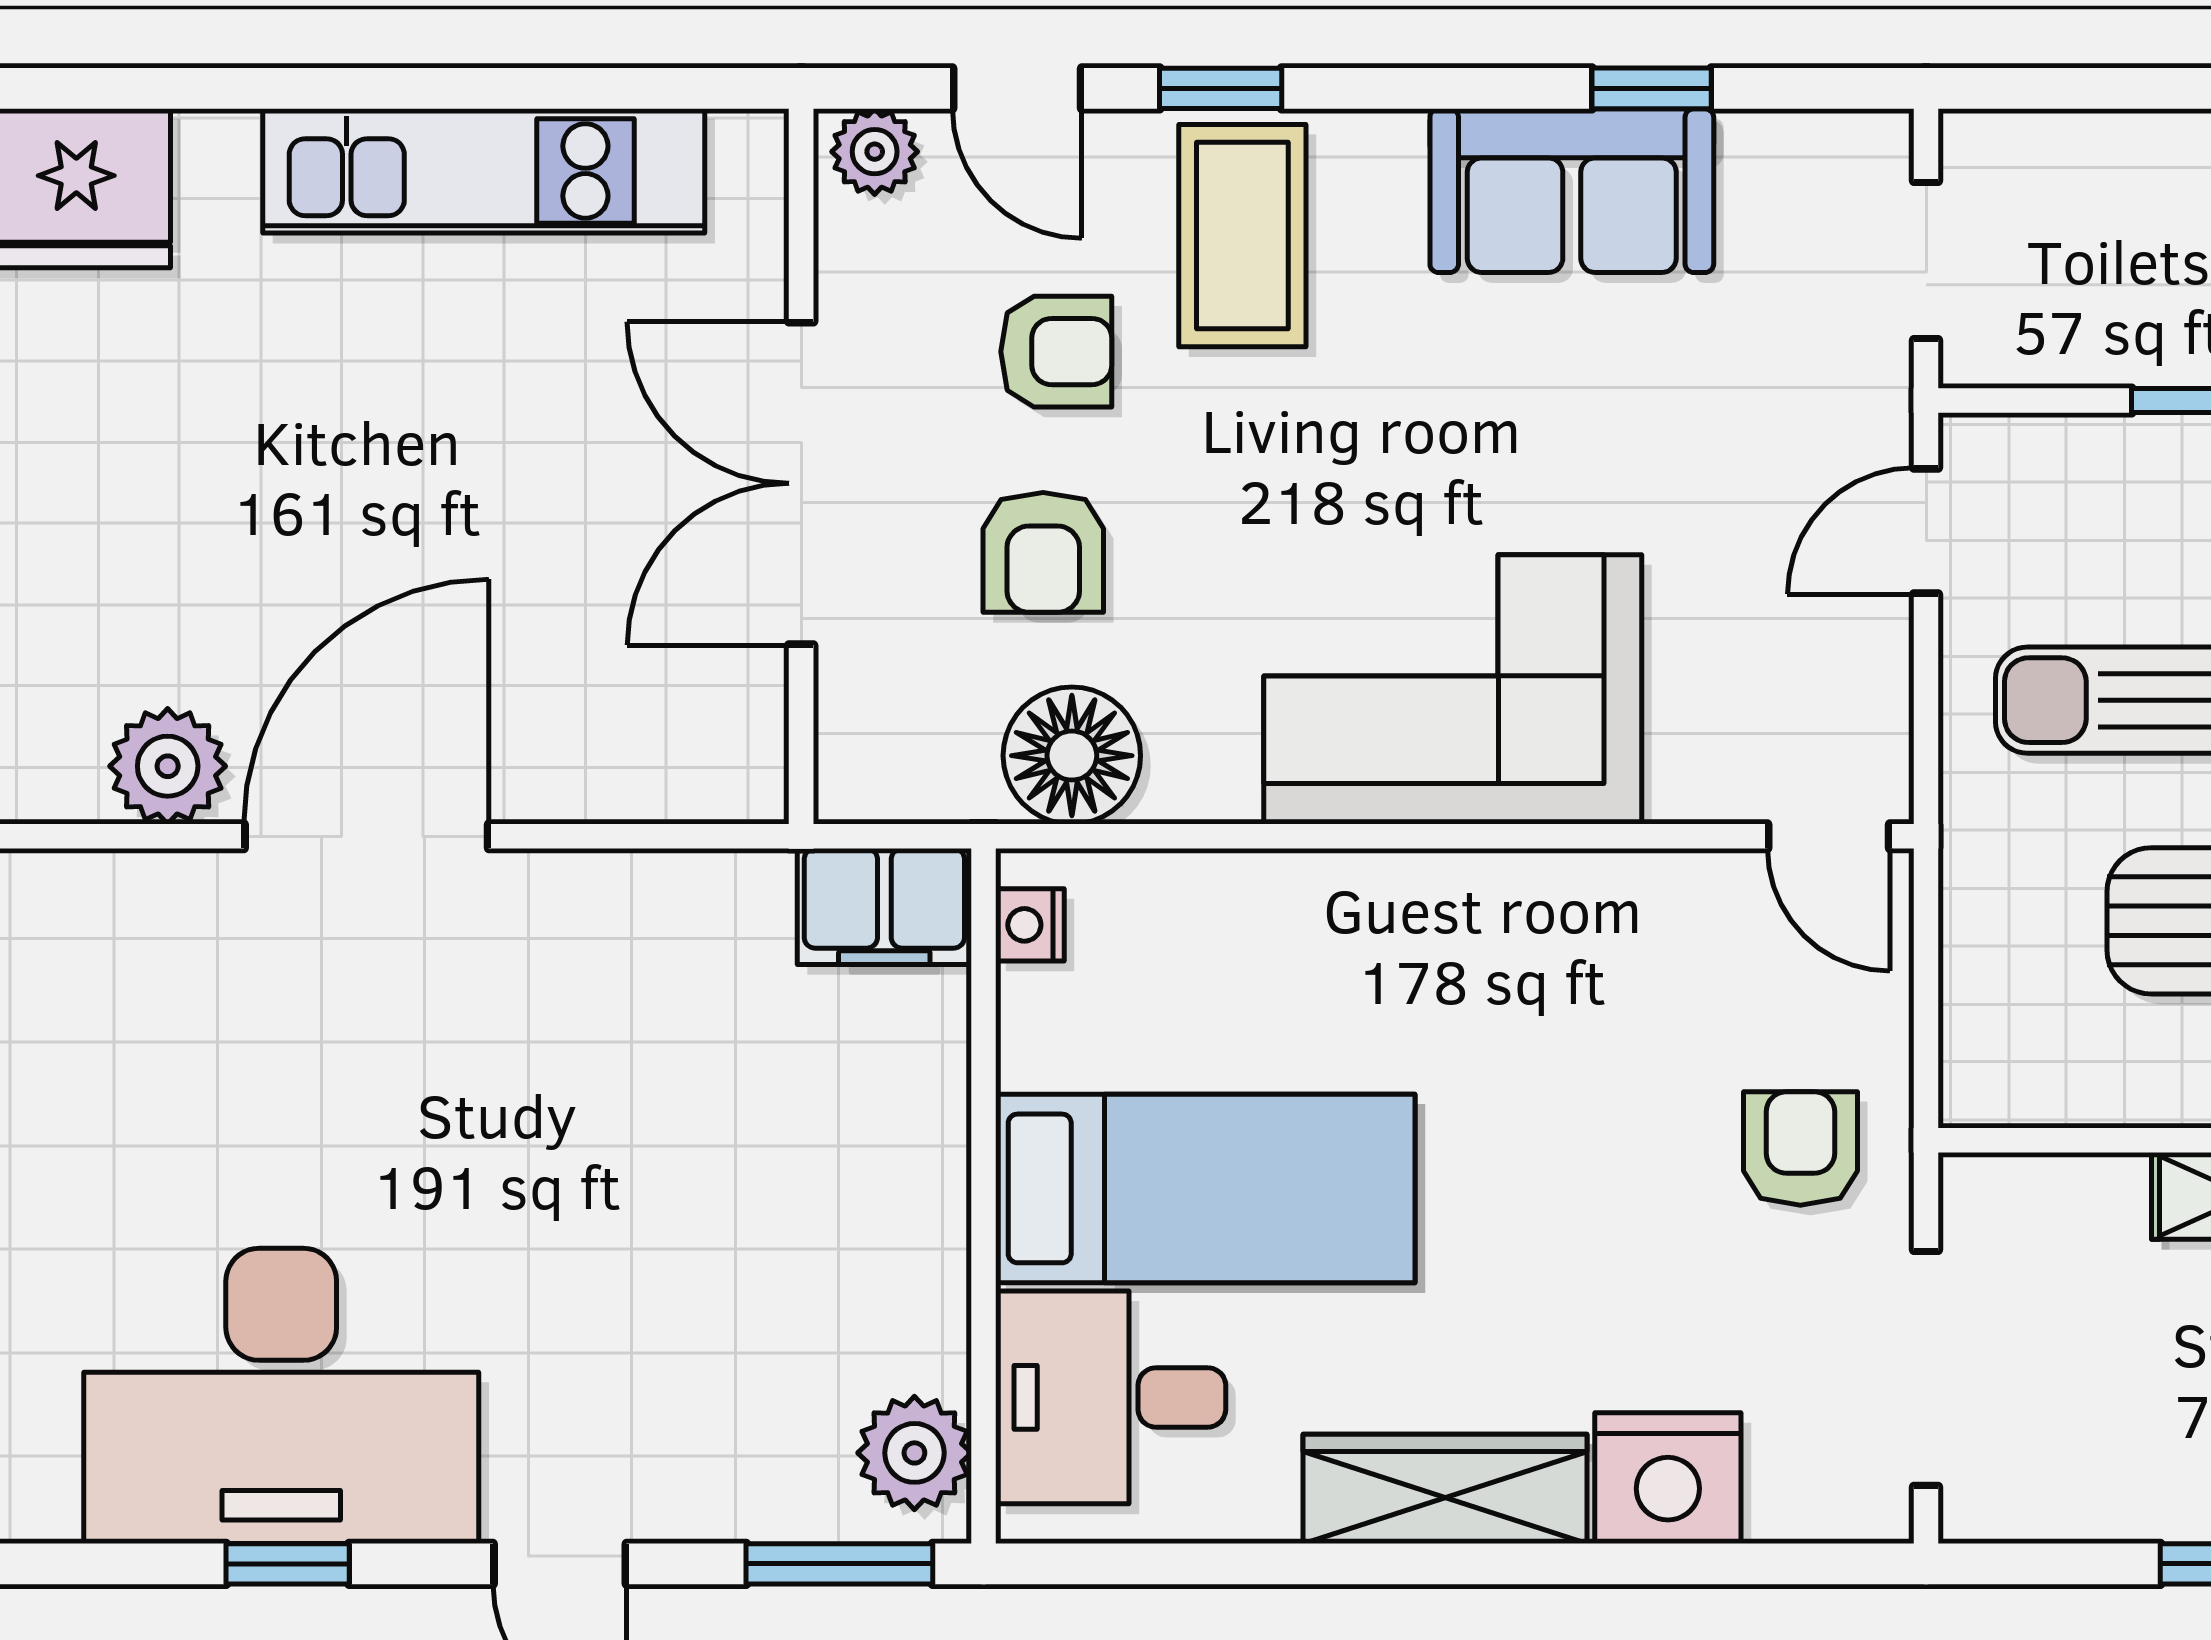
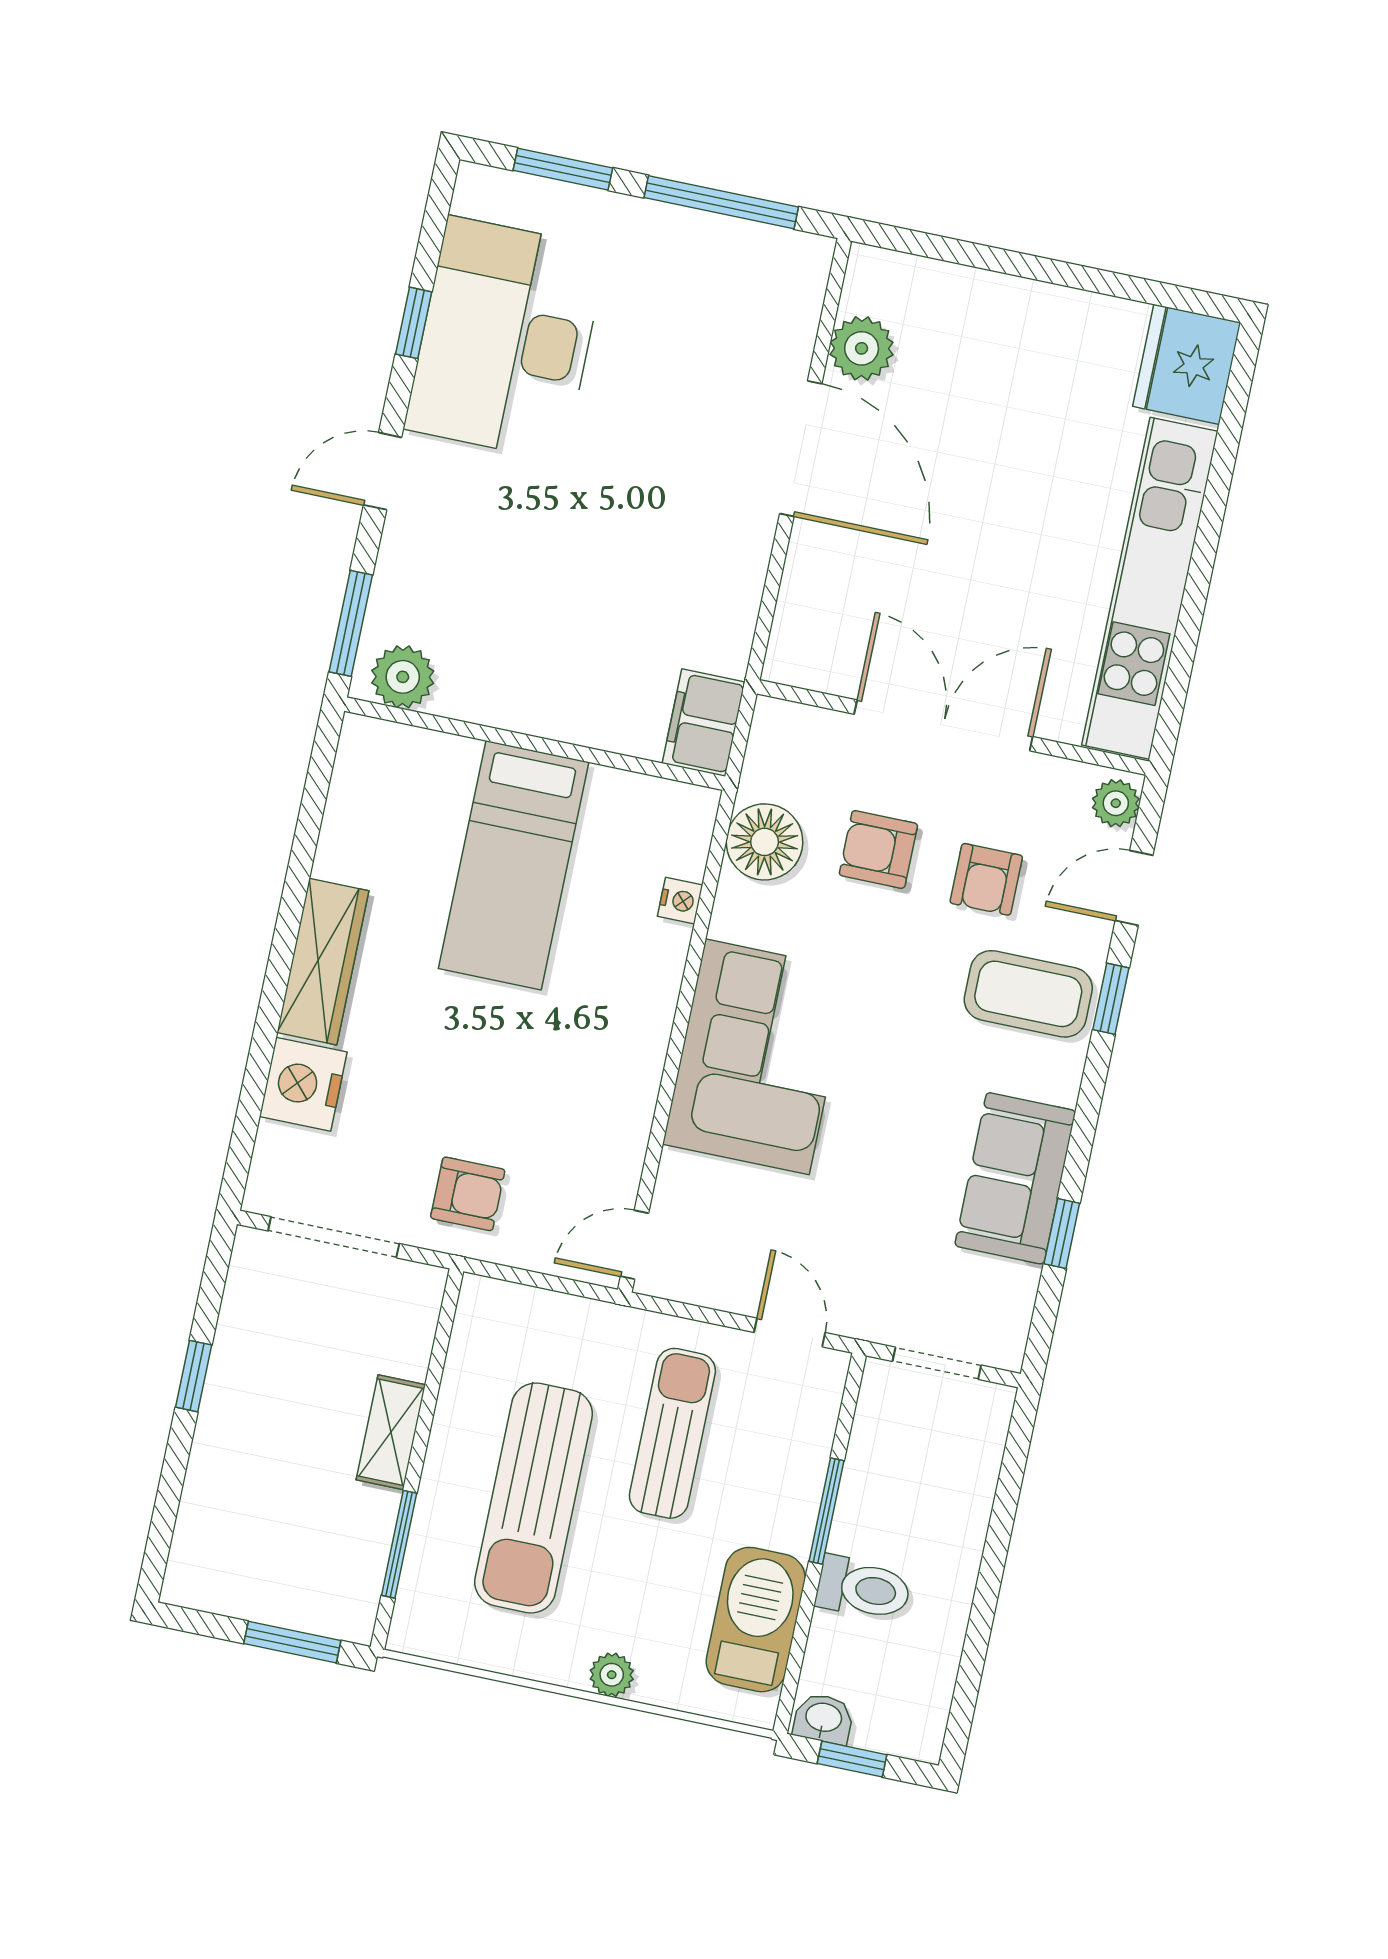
kitchen unit: (484, 171) -> (1150, 588), width x1.36
nightstand: (1030, 925) -> (680, 901), moved, turned 90
desk: (1111, 1397) -> (411, 790), removed

